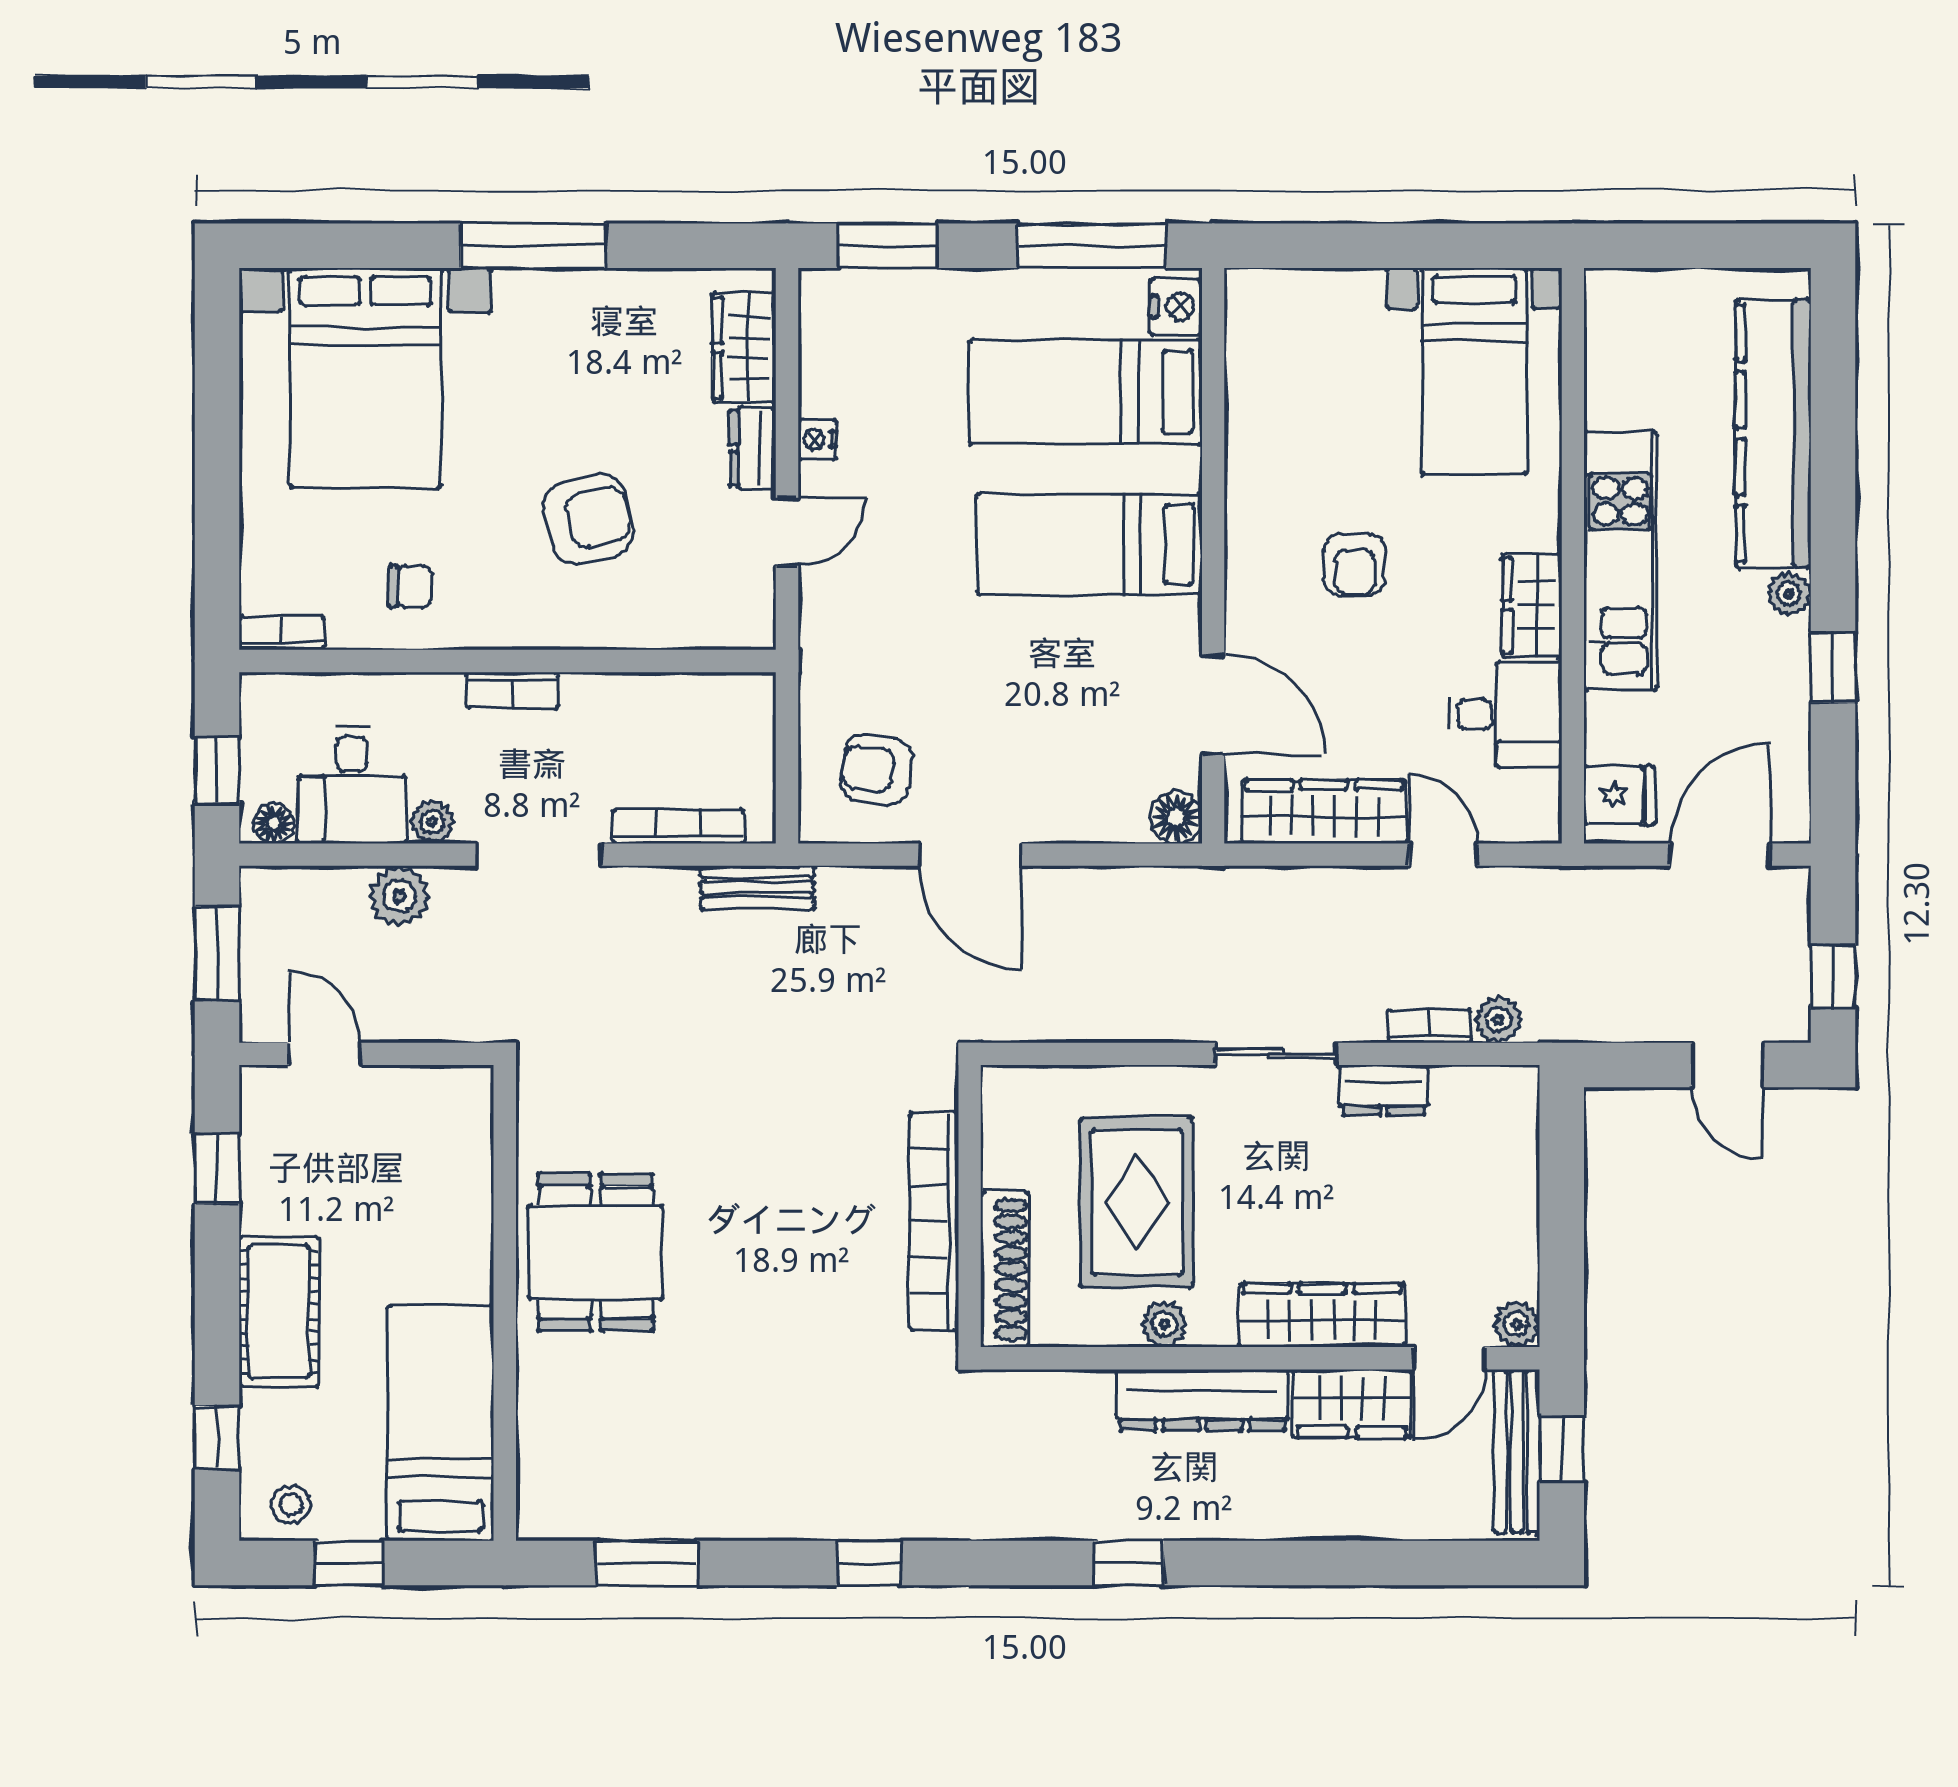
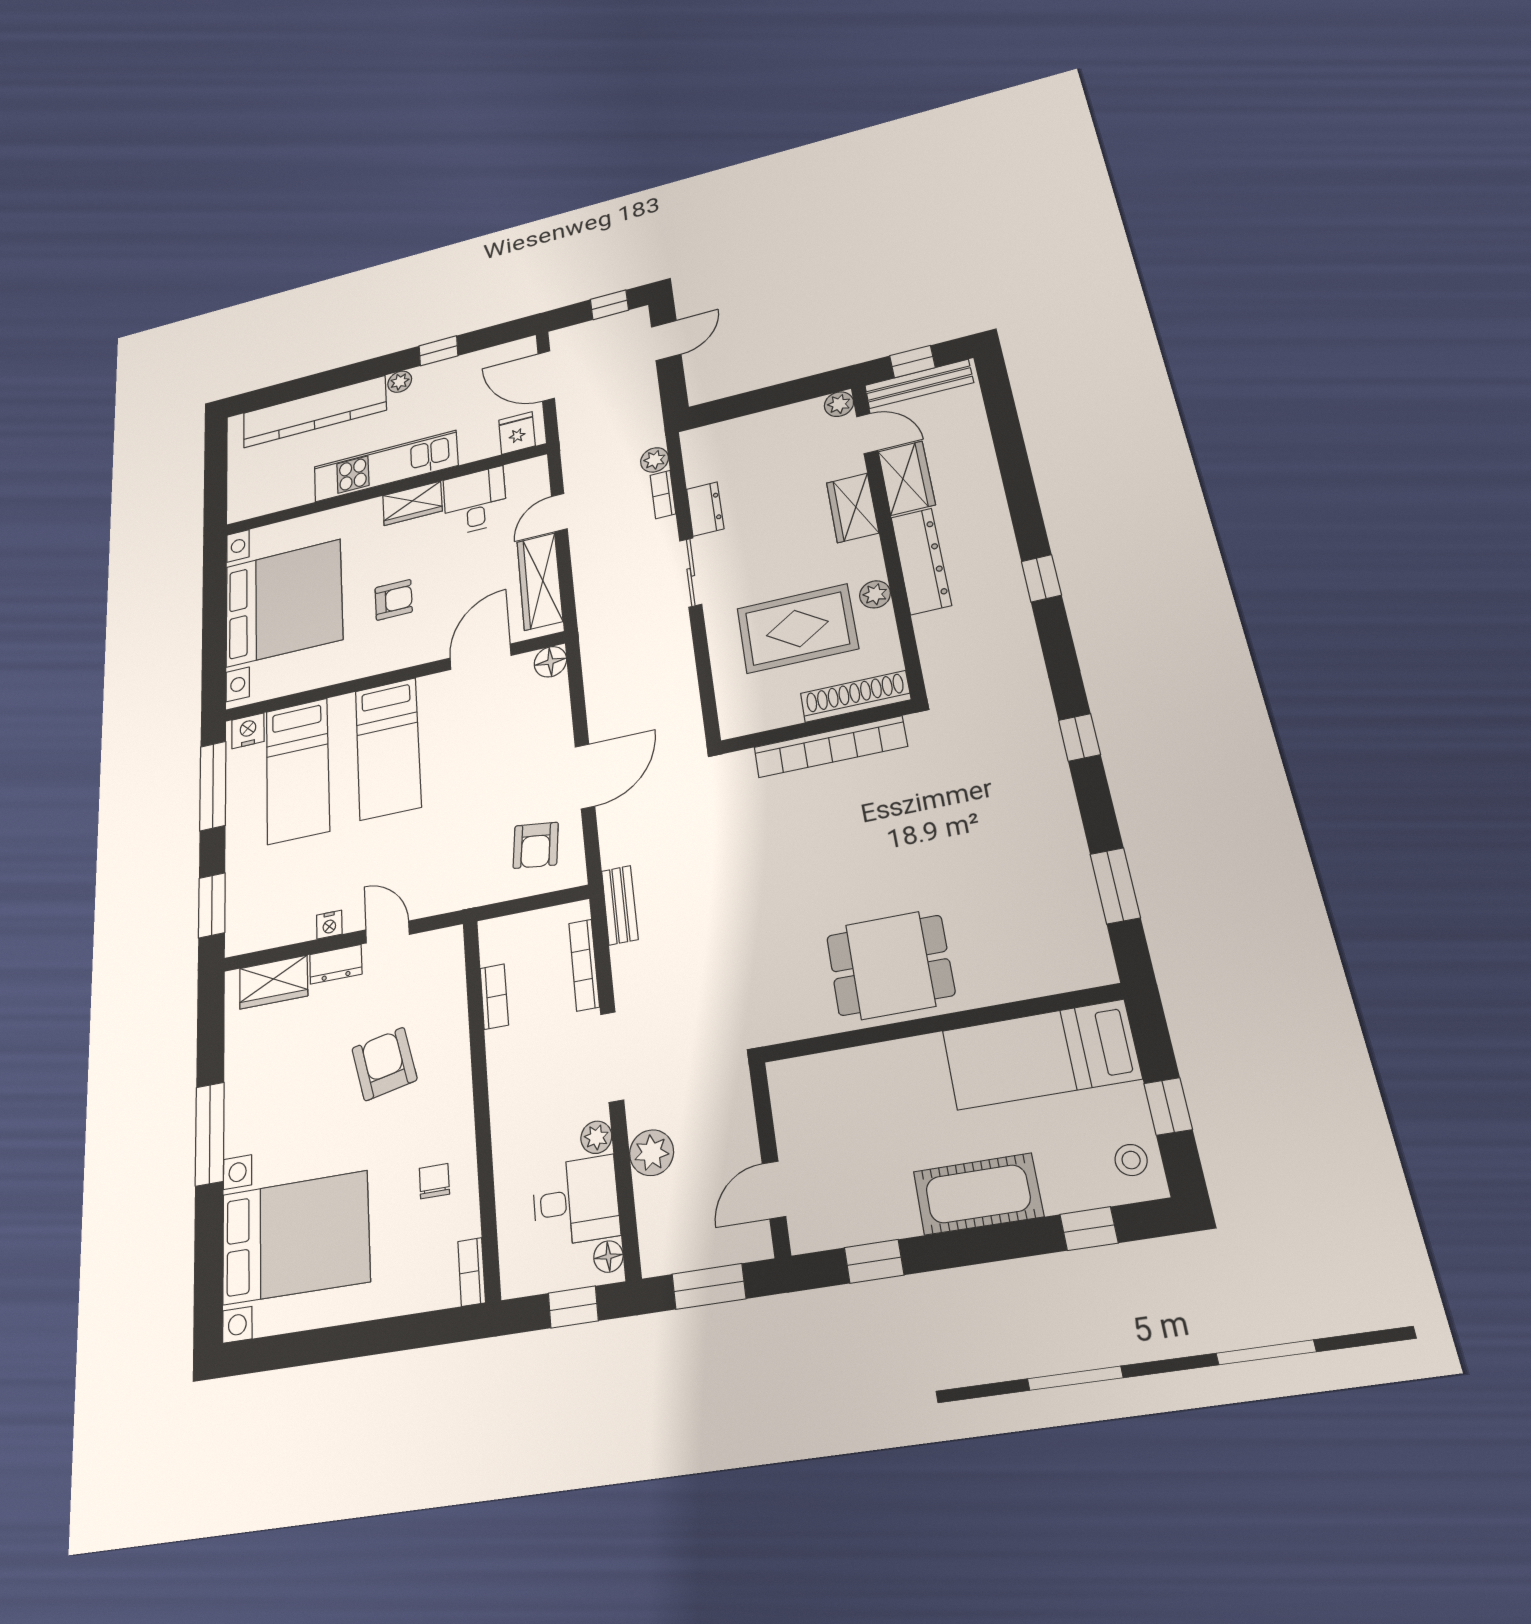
bed with nightstands: (1474, 371) -> (284, 603), width x1.85
bookcase: (512, 690) -> (494, 997), moved
wardrobe: (1322, 1315) -> (853, 508), width x0.67

